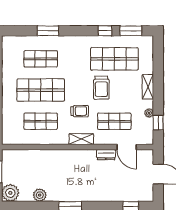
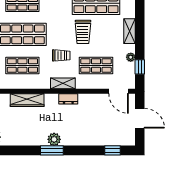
door: (127, 147) -> (119, 91), moved
dresser: (106, 155) -> (68, 99), moved
wardrobe: (45, 156) -> (27, 100), added
plant: (40, 195) -> (54, 139), moved

